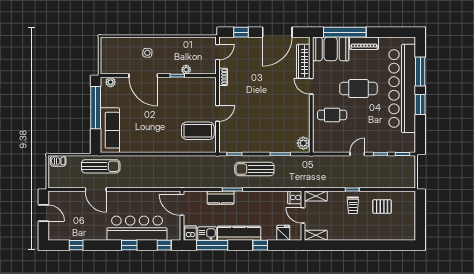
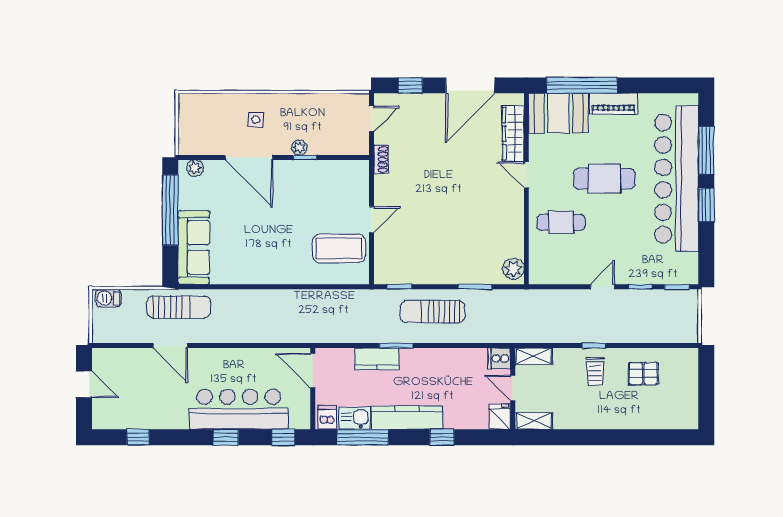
plant: (186, 70) -> (299, 147), moved
fridge: (283, 233) -> (500, 417), moved

